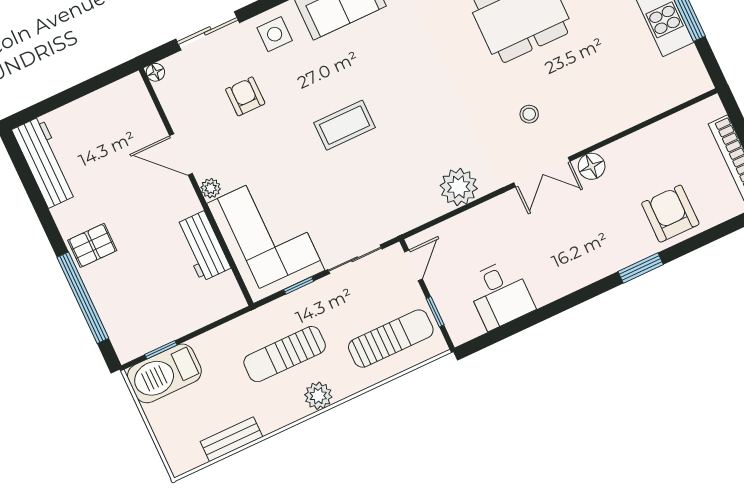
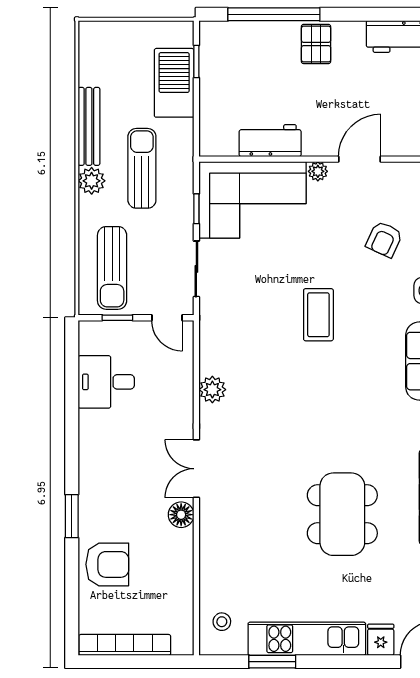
armchair: (245, 96) -> (384, 239), turned 115
stool: (529, 114) -> (222, 622), moved
plant: (459, 187) -> (212, 390), width x0.73, depth x0.73
barbecue: (164, 373) -> (174, 83), moved
bench: (232, 439) -> (89, 126), moved, width x1.36

